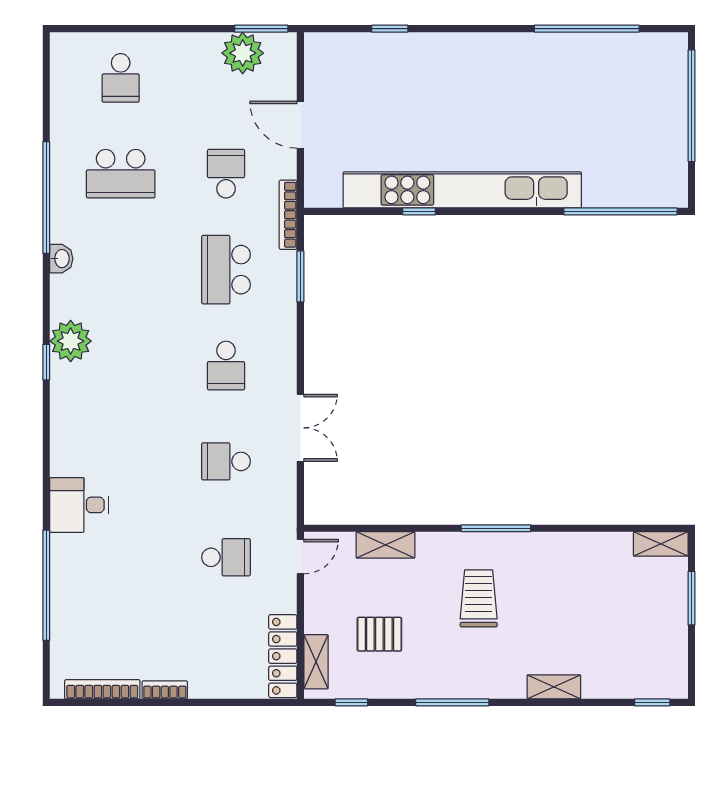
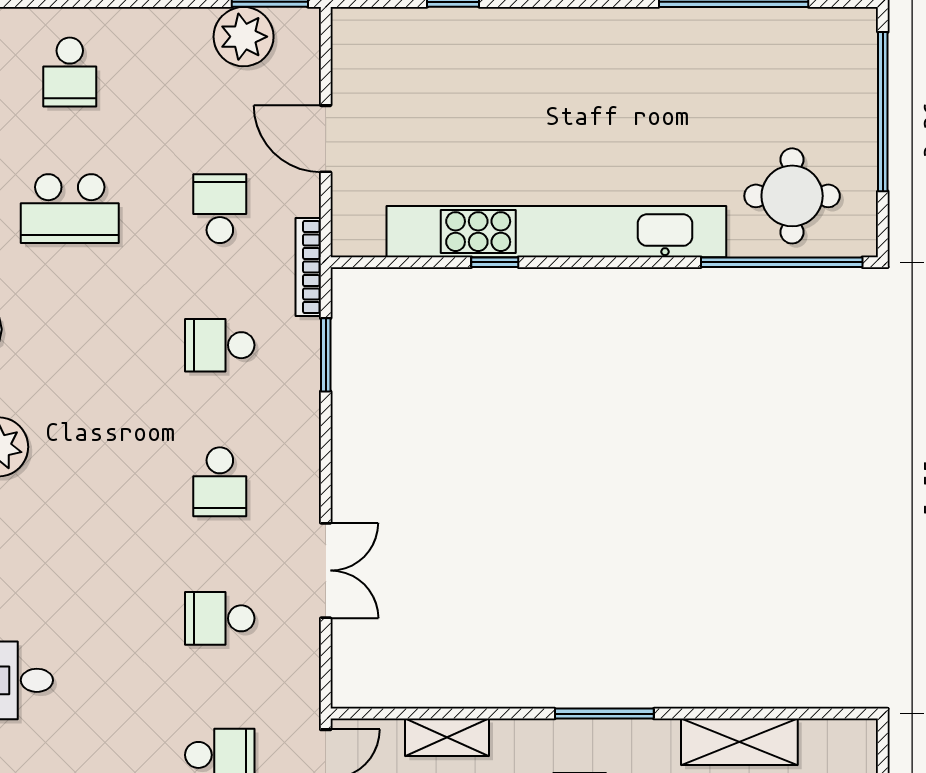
round table: (628, 165) -> (792, 196), added
school desk: (226, 270) -> (220, 345), width x0.54
shelving: (661, 544) -> (739, 742), moved, width x1.50, depth x1.33

